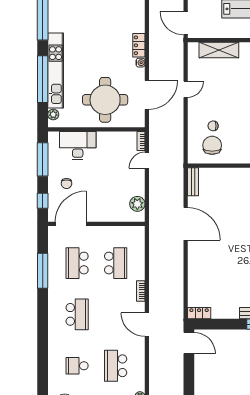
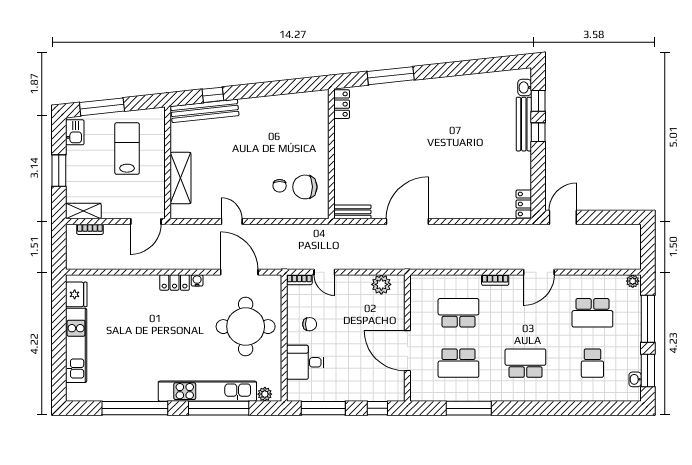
desk: (78, 146) -> (305, 362), width x0.73
chair: (66, 183) -> (310, 324), moved
door: (71, 224) -> (407, 351), moved

